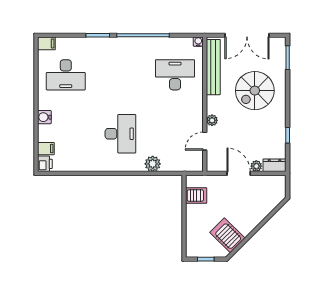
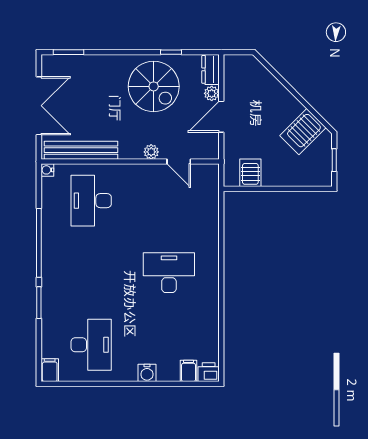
spiral stairs: (255, 91) -> (154, 86), moved
plant: (153, 164) -> (209, 230), removed

